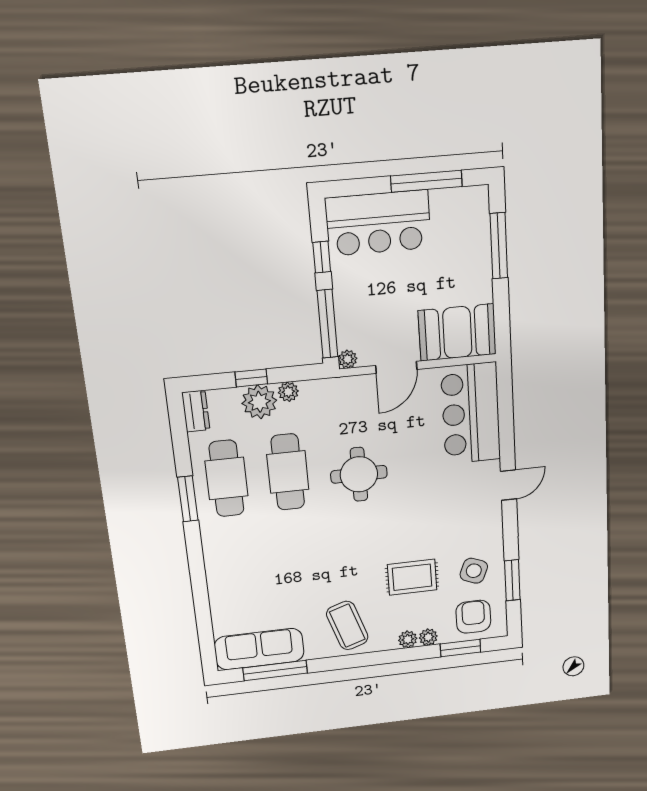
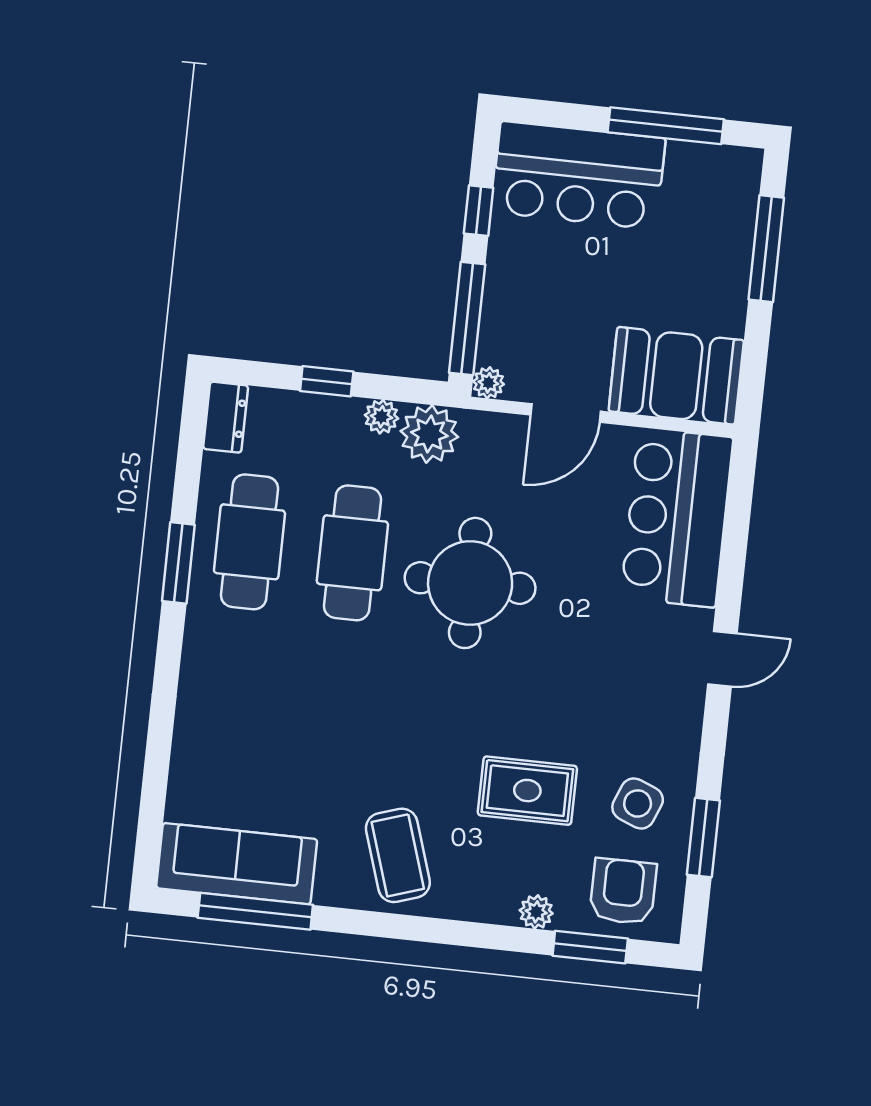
plant: (259, 402) -> (429, 434), moved
round table: (359, 474) -> (470, 583), width x1.36, depth x1.36
plant: (408, 639) -> (499, 907), removed

